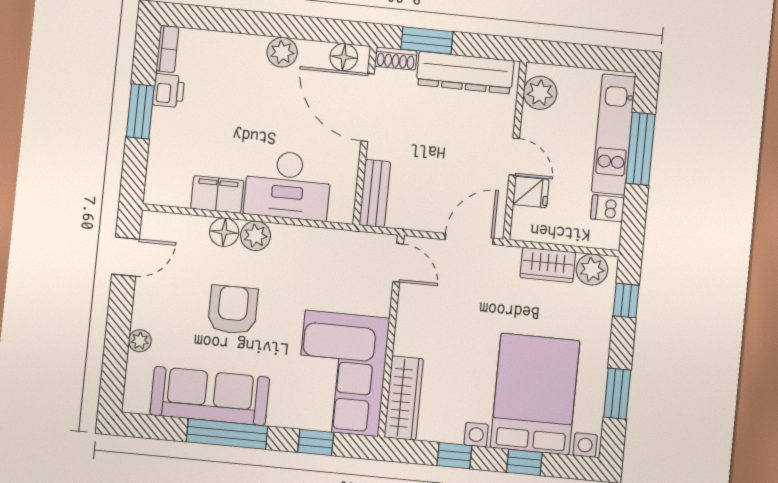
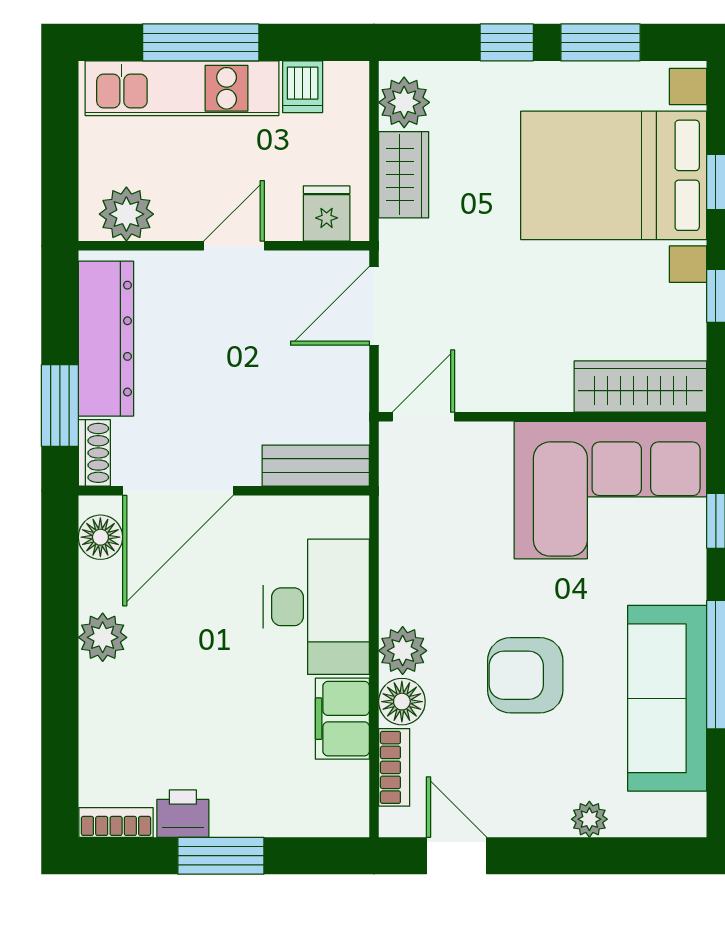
fridge: (531, 192) -> (327, 213), moved
bookcase: (184, 223) -> (394, 767), added
door: (469, 239) -> (374, 306), hinge flipped
window: (626, 301) -> (507, 42), moved

